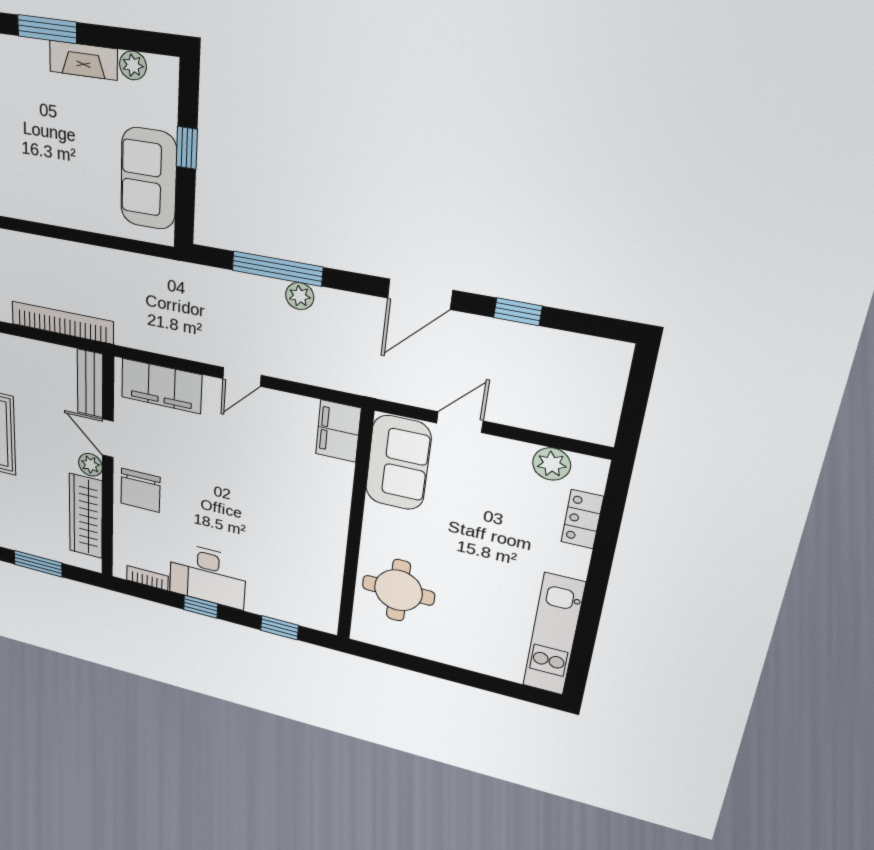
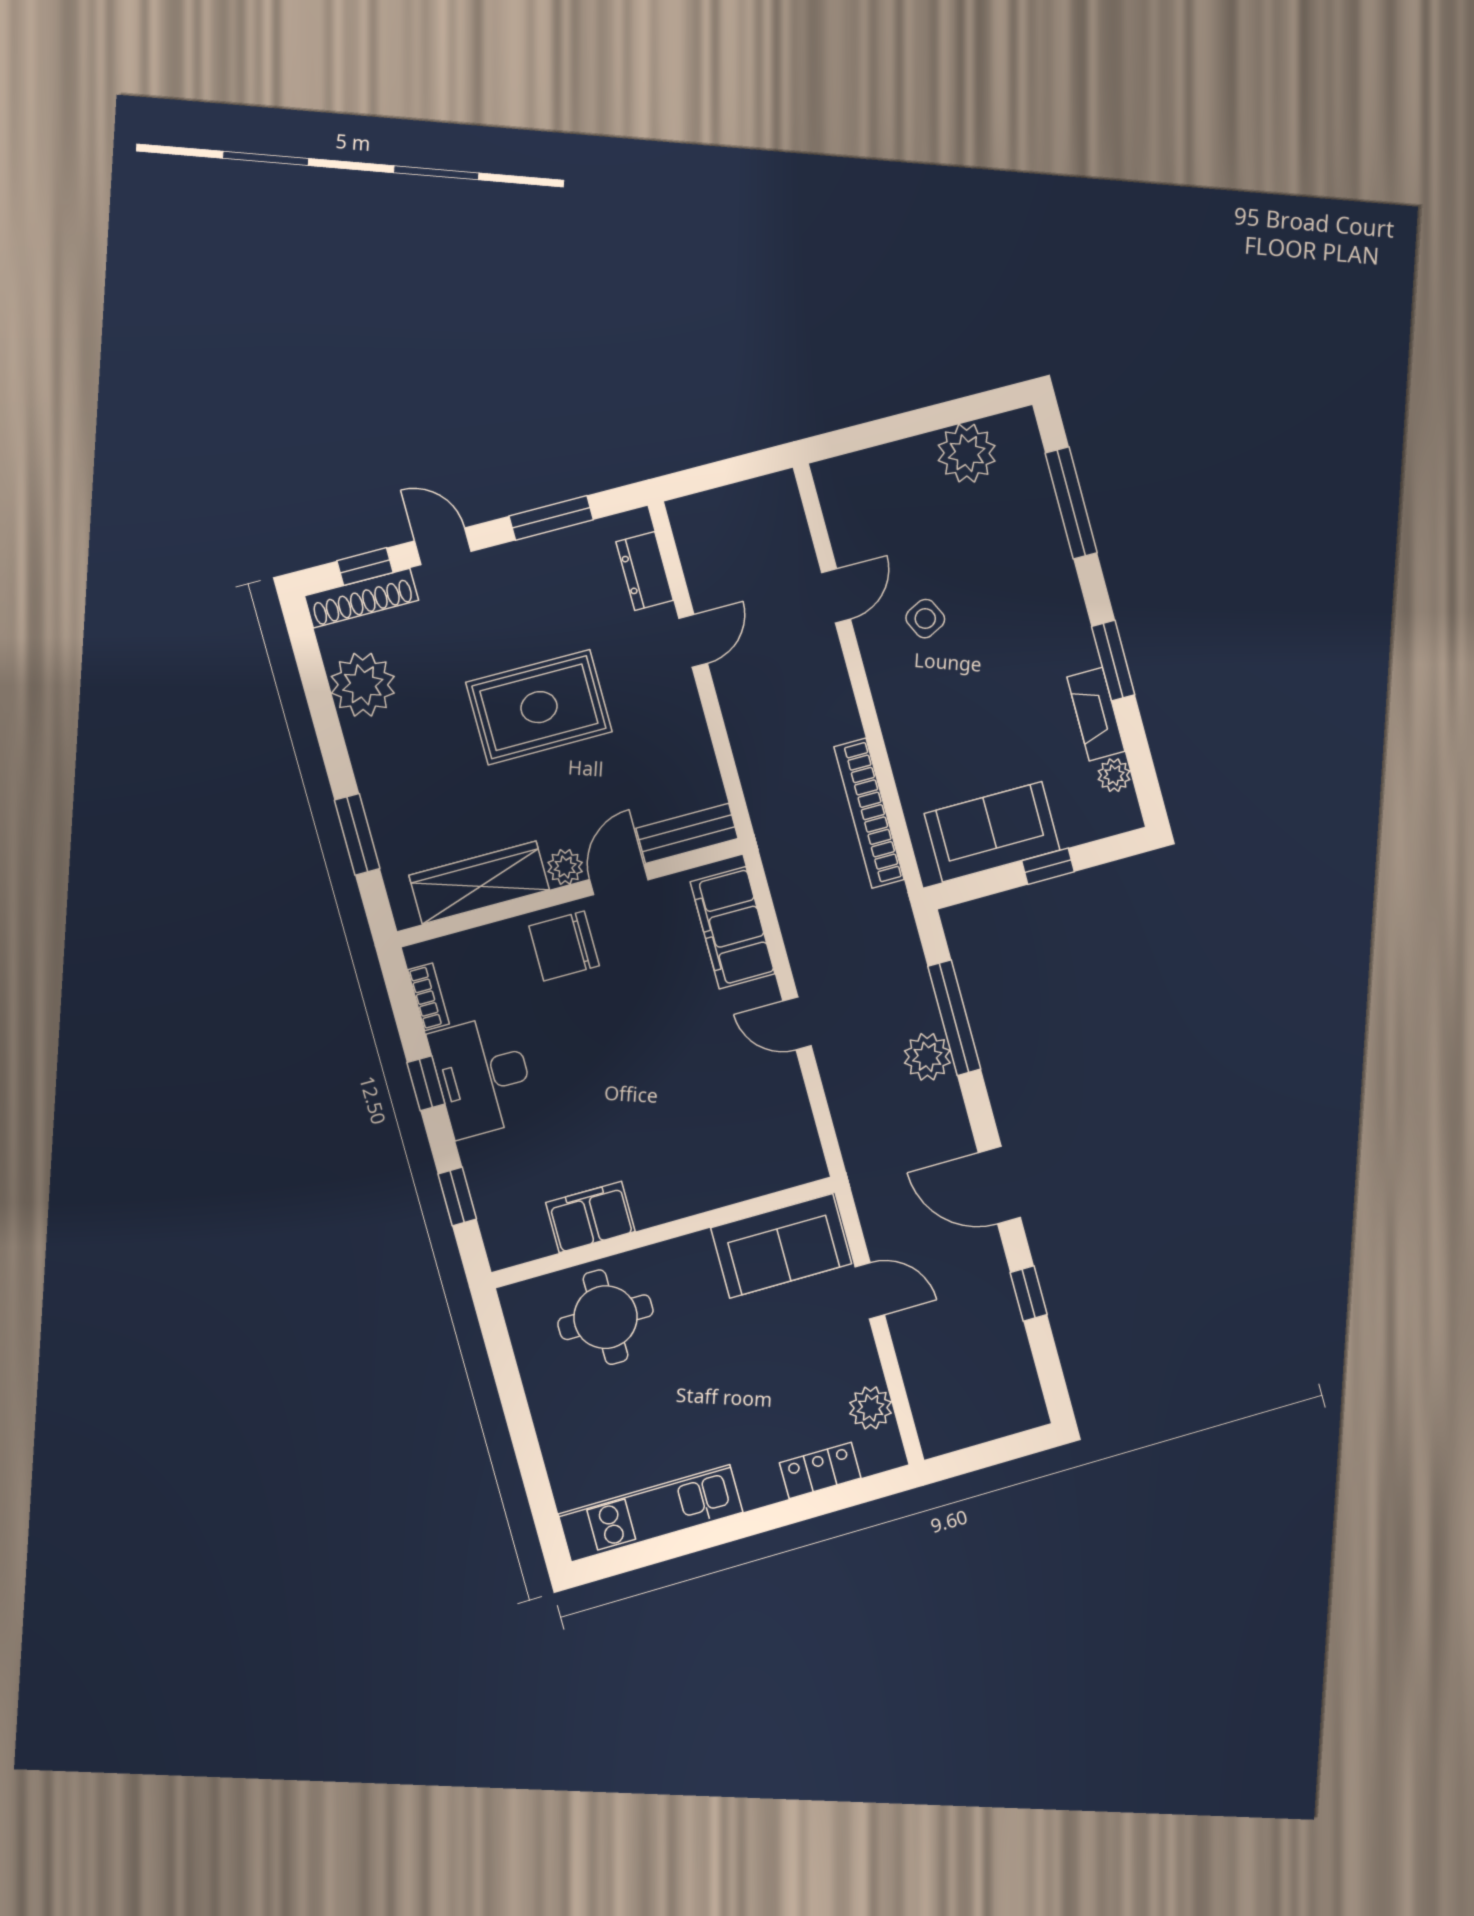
plant: (300, 296) -> (927, 1057), width x1.38, depth x1.38
bookcase: (62, 323) -> (869, 813), moved, turned 180
filing cabinet: (338, 431) -> (590, 1217), moved

